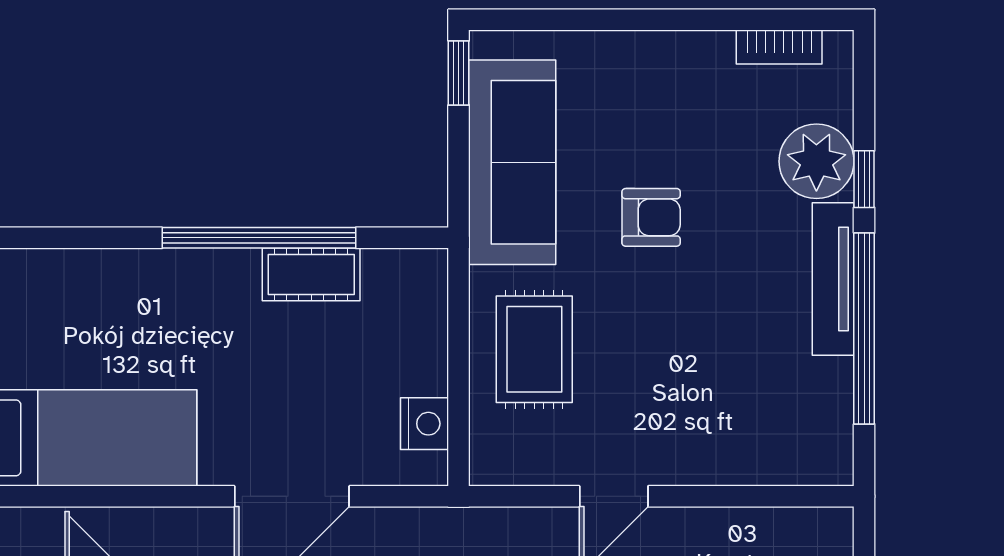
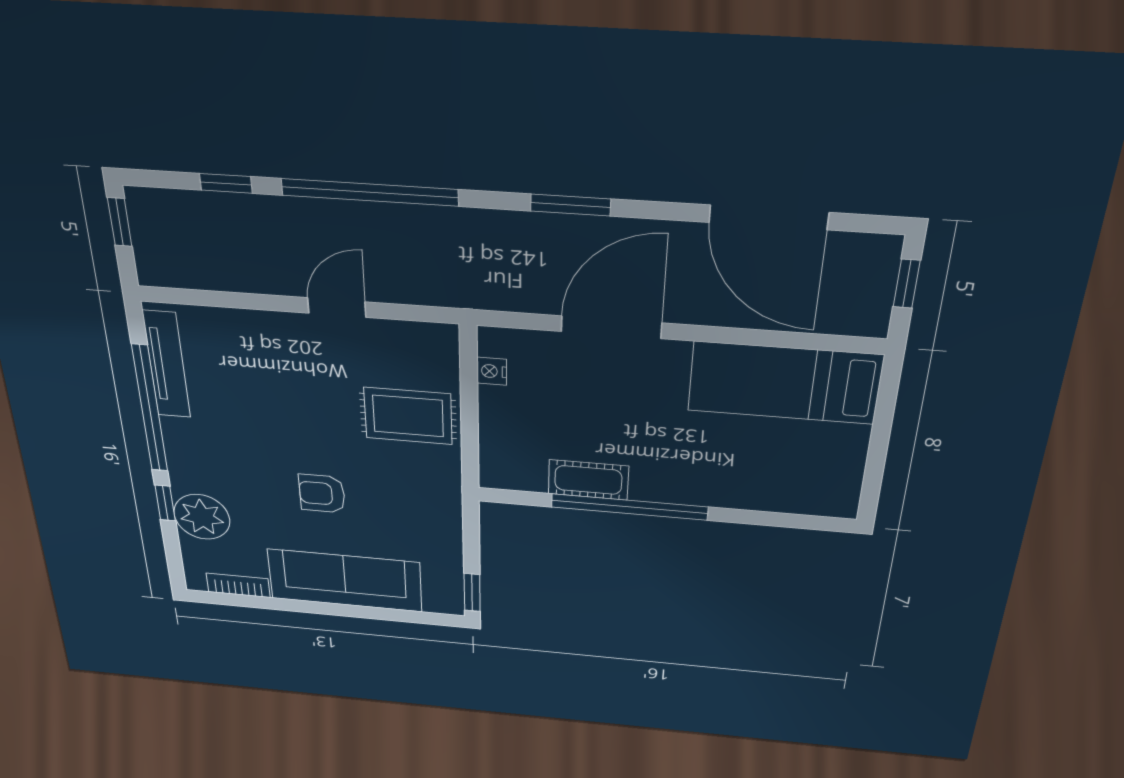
sofa: (512, 162) -> (345, 580), moved, turned 90
tv unit: (833, 279) -> (167, 365), moved
rug: (534, 349) -> (408, 416), turned 90
nightstand: (425, 424) -> (492, 371), width x0.72, depth x0.74

